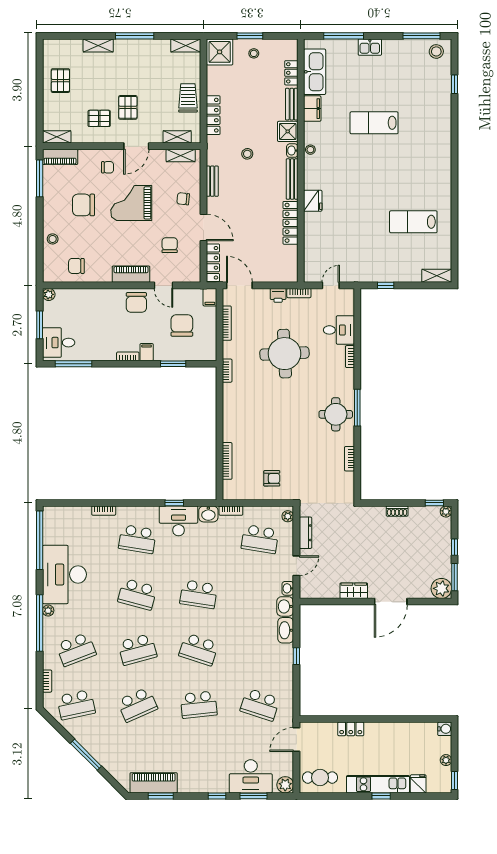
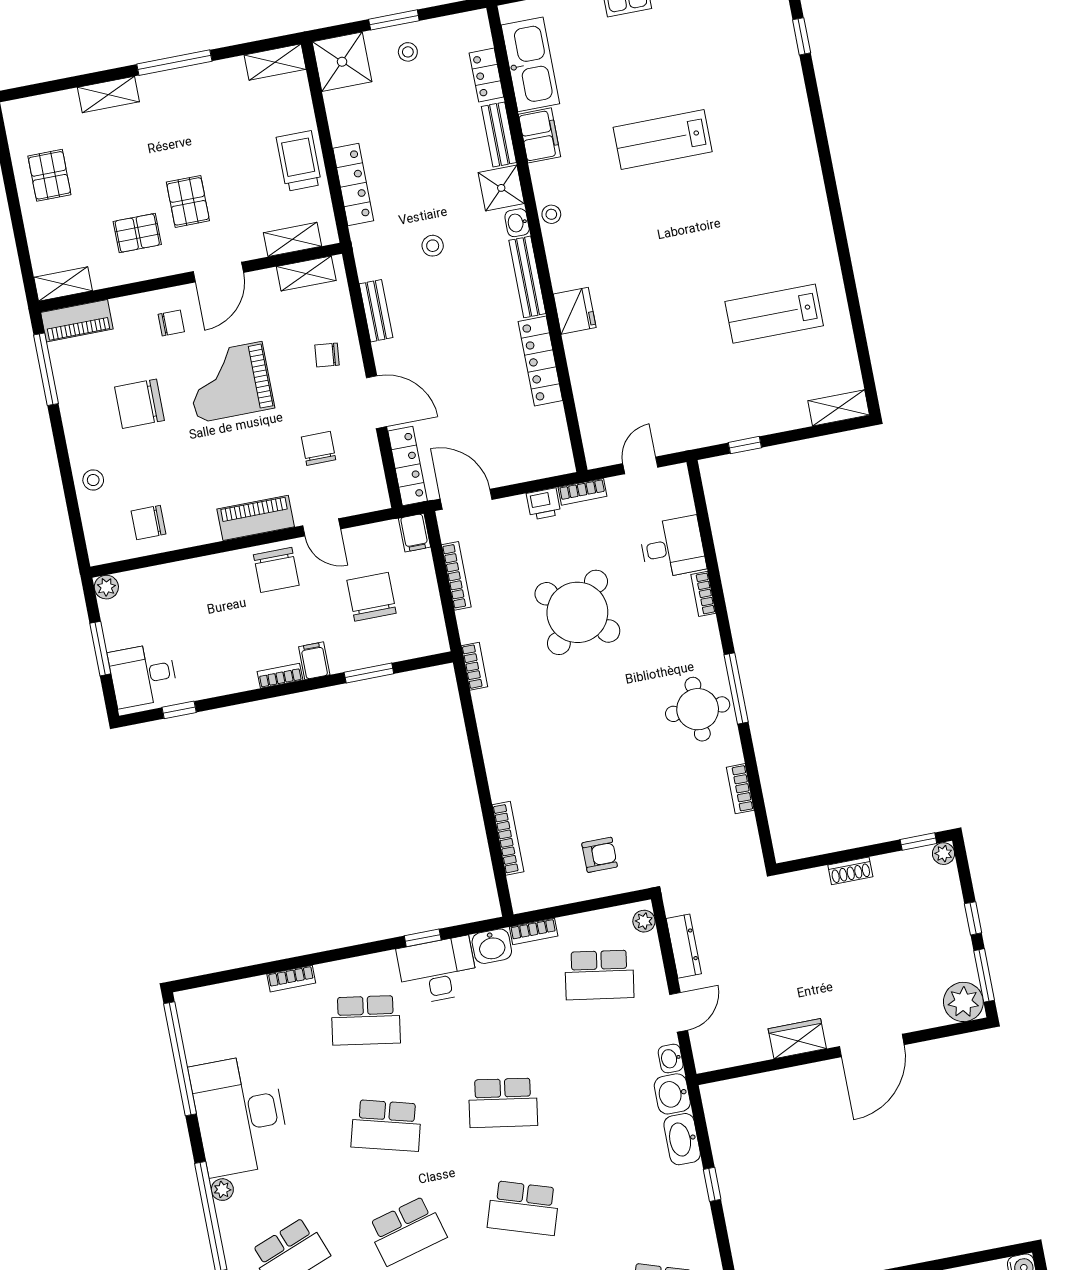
round table: (284, 354) -> (577, 612), turned 45
window: (73, 364) -> (179, 710), width x0.46

